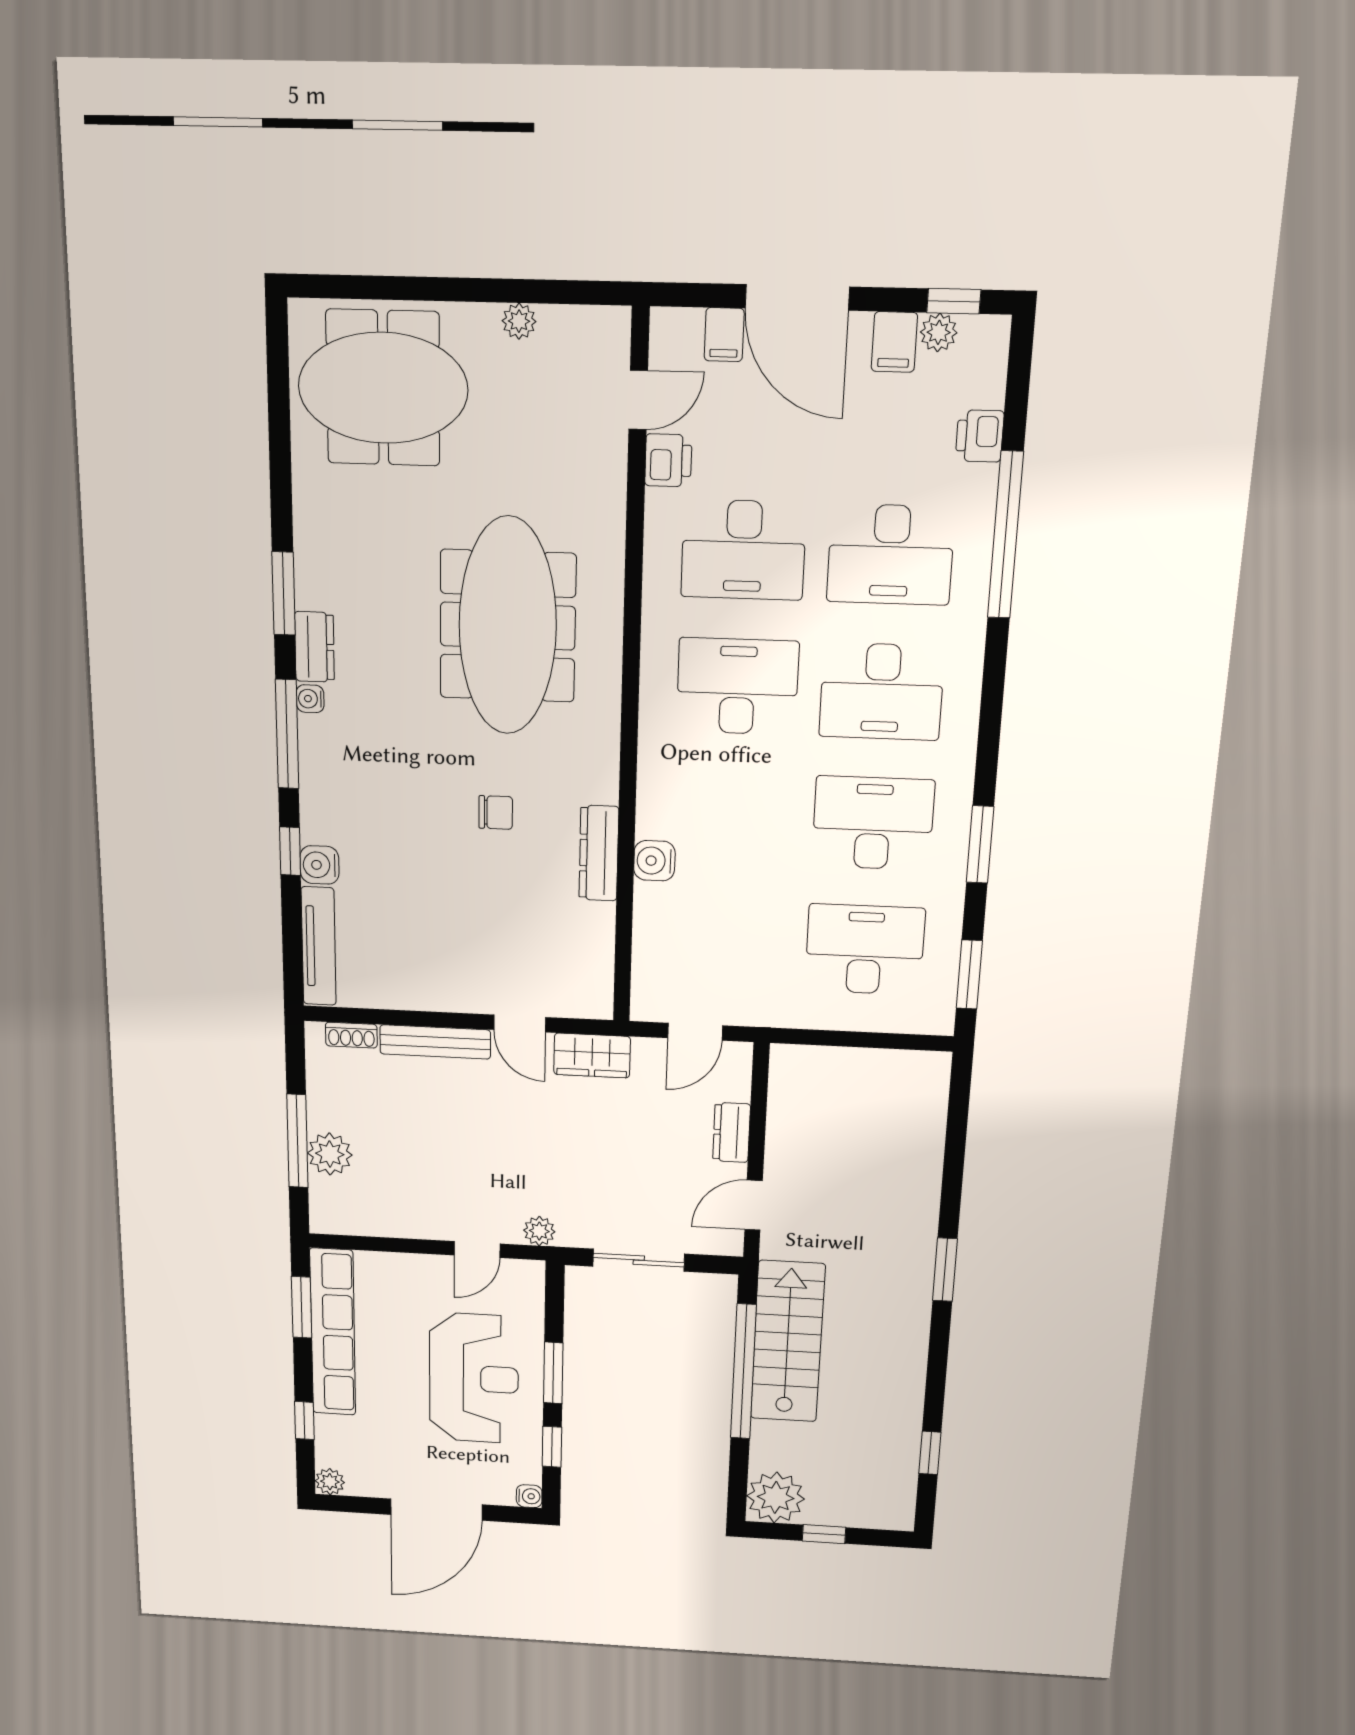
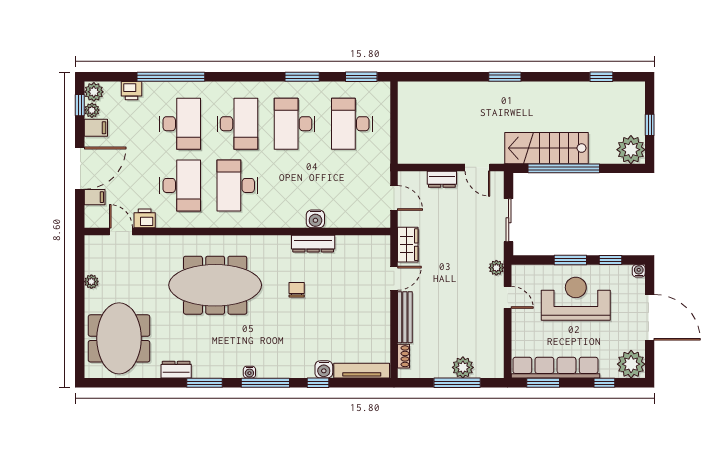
plant: (984, 339) -> (94, 92), added
dresser: (314, 647) -> (176, 370), moved
plant: (330, 1482) -> (631, 364), width x1.88, depth x1.88

